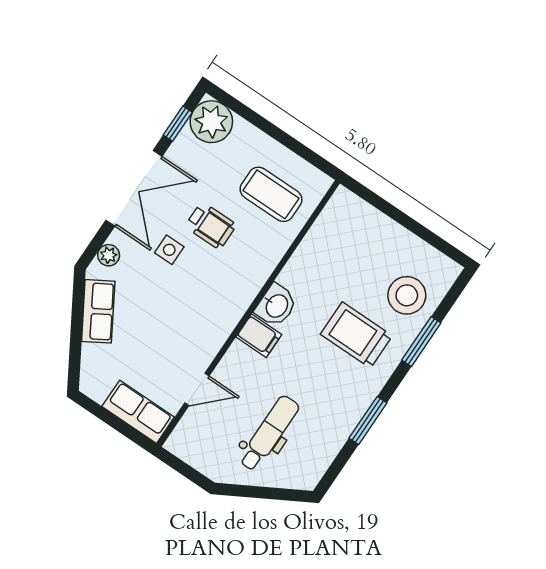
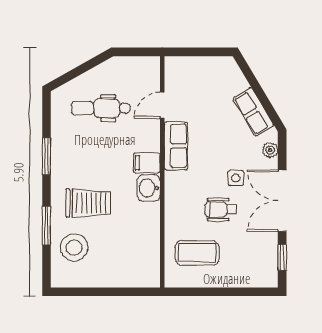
plant: (211, 122) -> (263, 272), removed
row of seats: (138, 412) -> (176, 146), moved, turned -90
dental chair: (269, 433) -> (101, 108), turned 90

